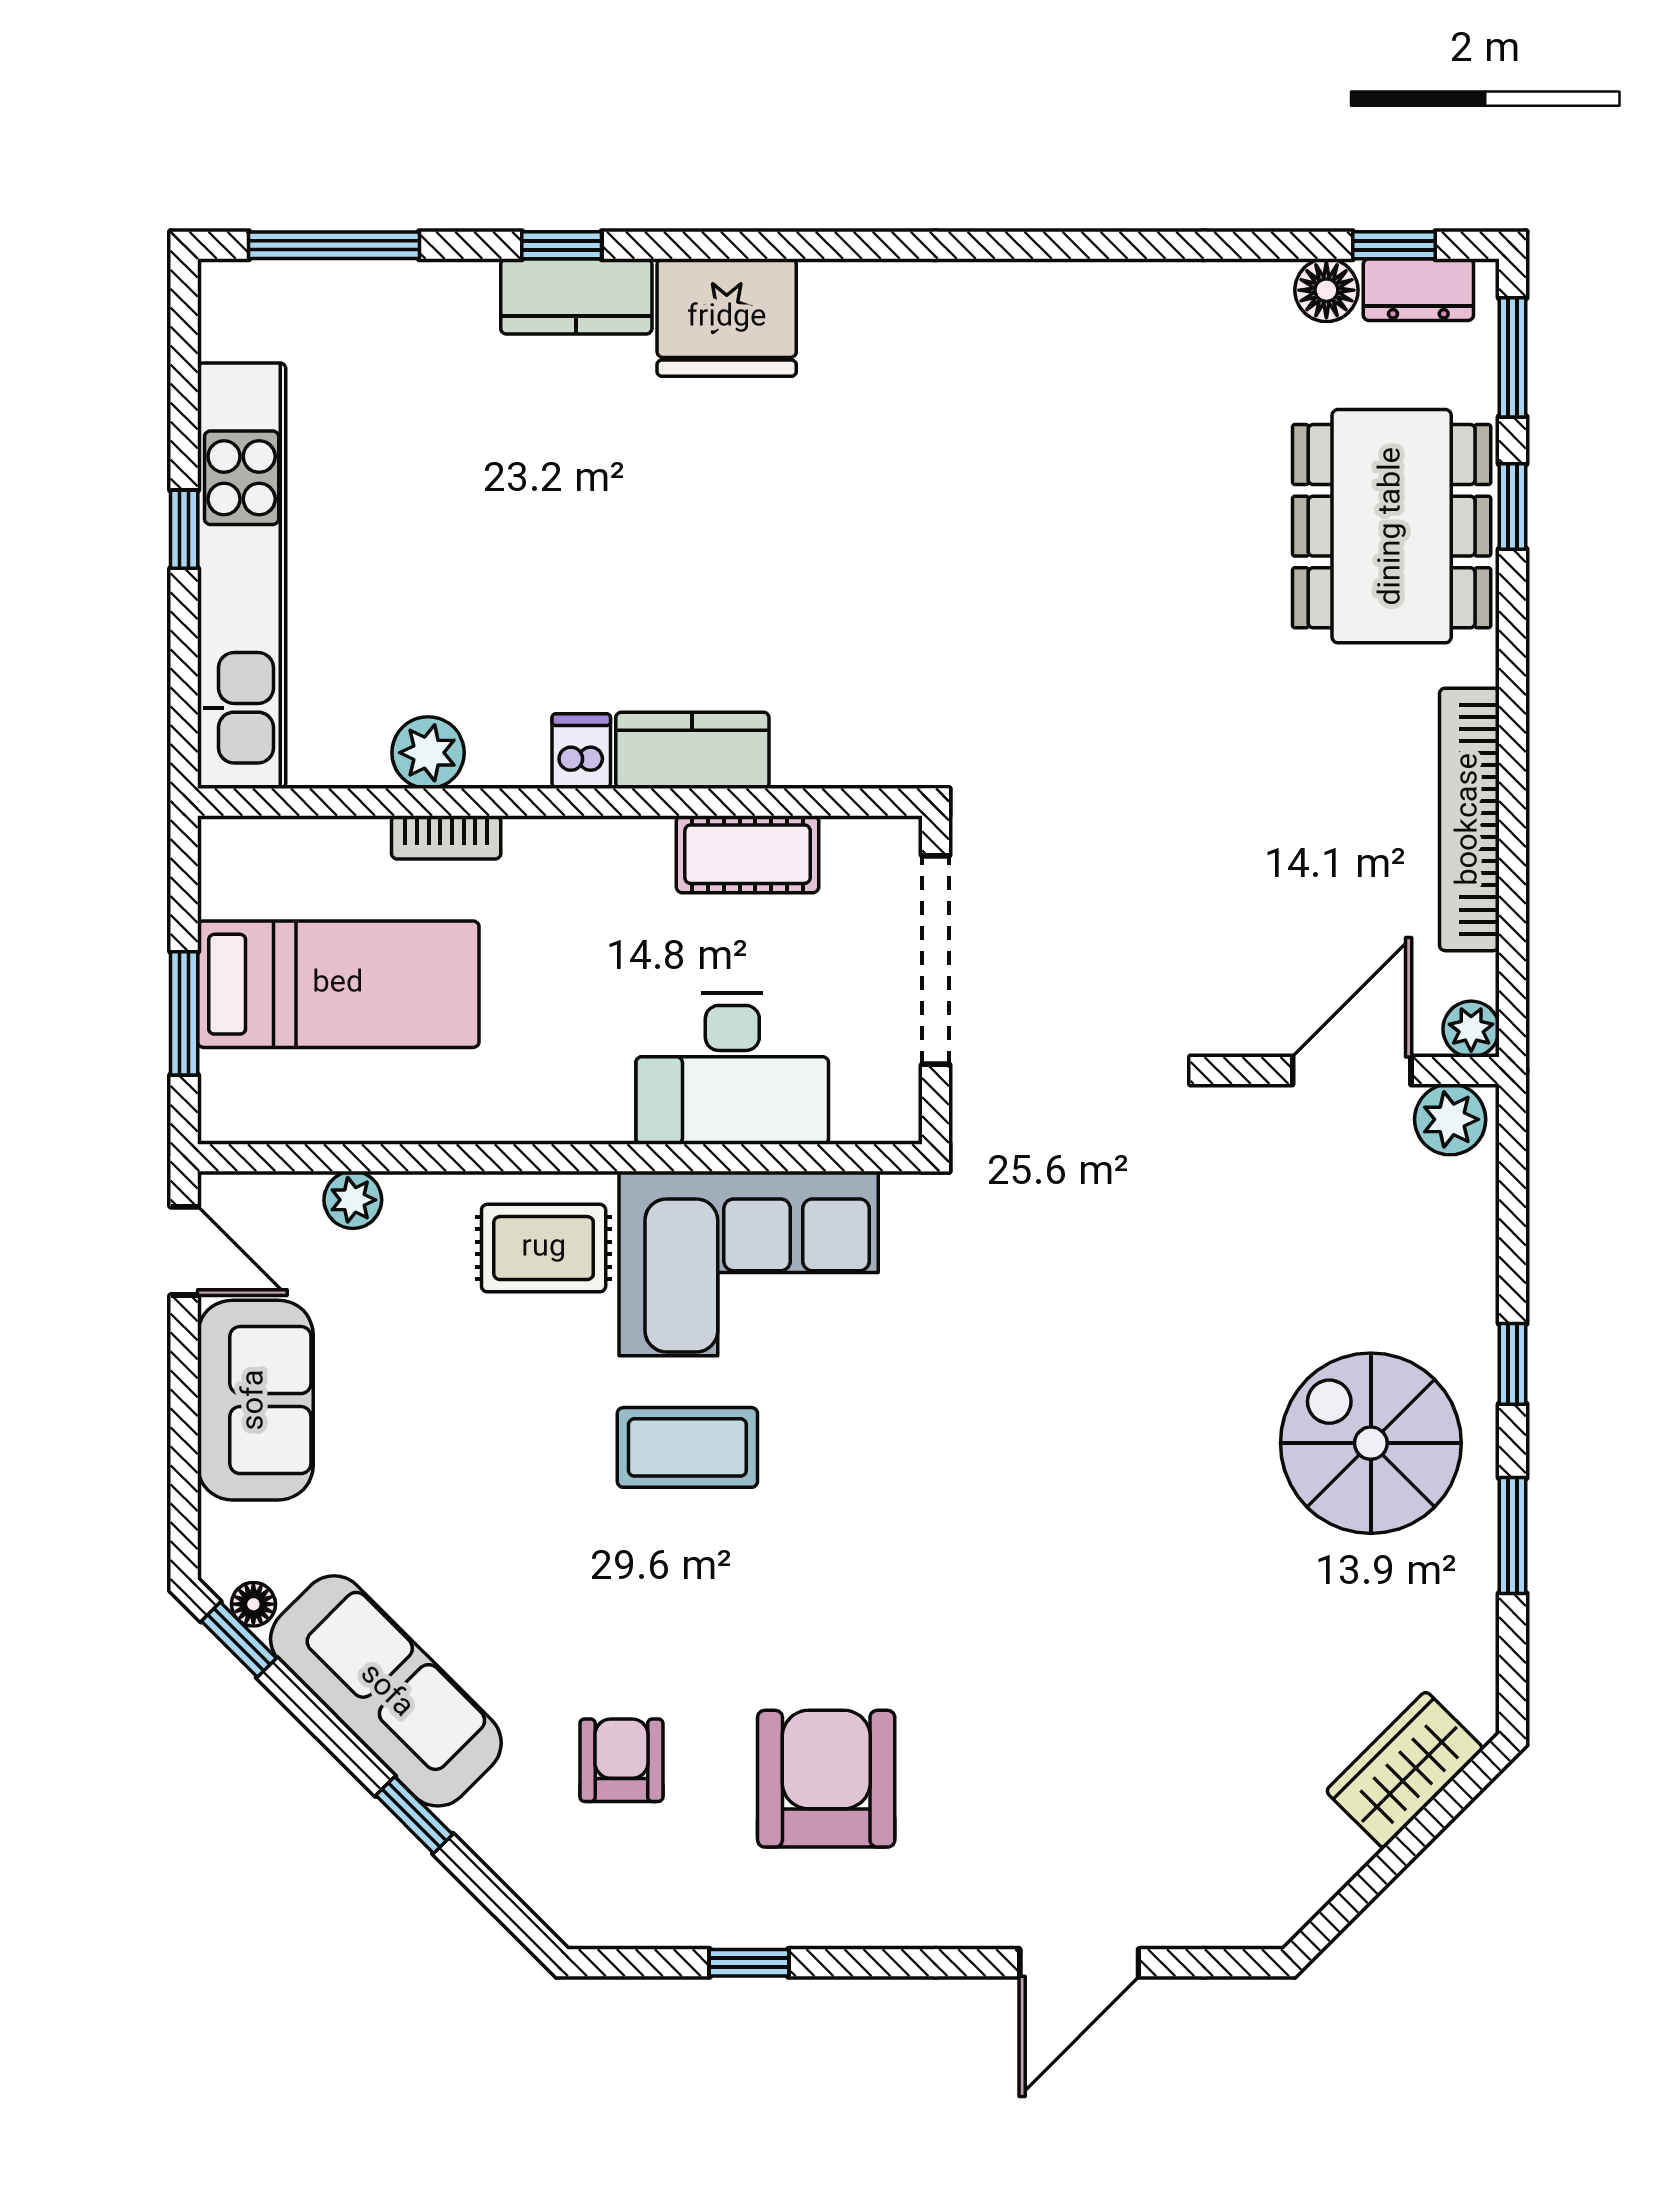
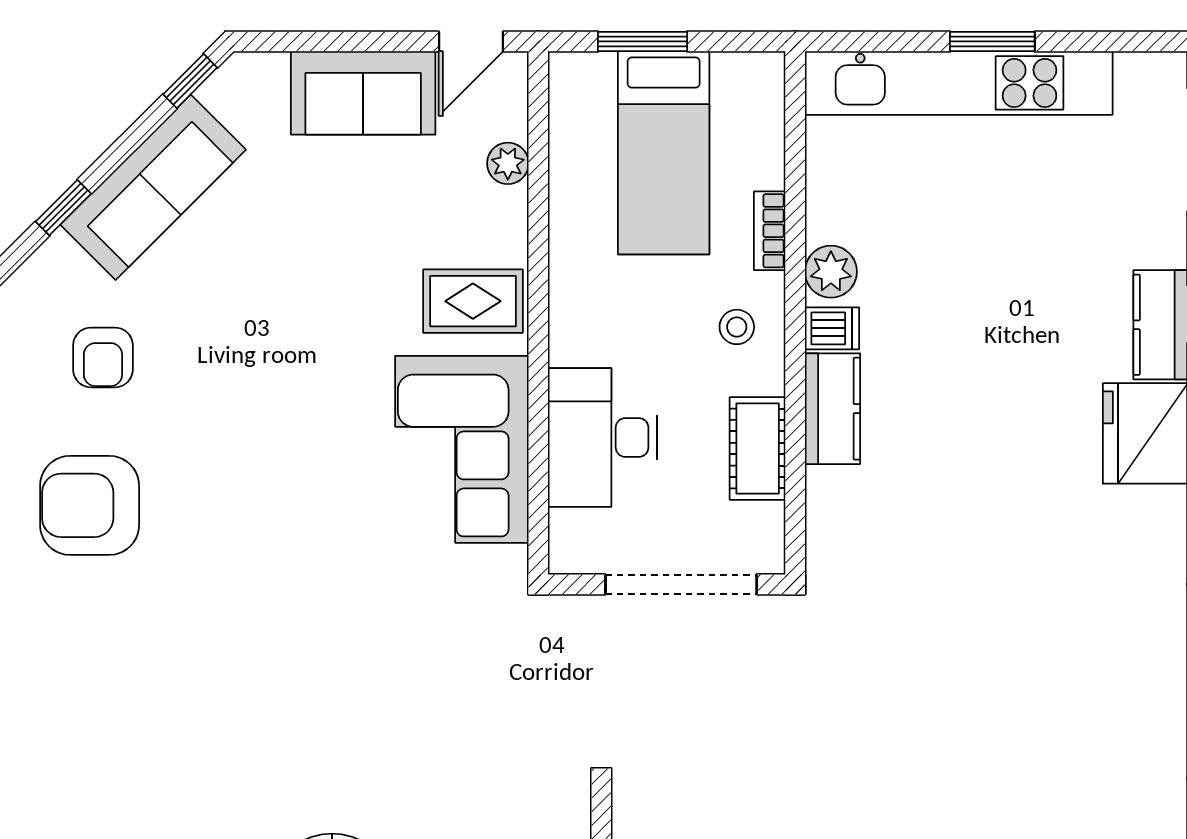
window: (184, 529) -> (992, 41), width x1.50
plant: (428, 753) -> (831, 272), moved
stool: (579, 883) -> (737, 327), added
rug: (544, 1248) -> (473, 301), turned 90
coffee table: (687, 1447) -> (329, 405), removed
floor lamp: (253, 1604) -> (216, 92), removed
armchair: (621, 1760) -> (103, 357), turned 90
armchair: (826, 1779) -> (90, 505), turned 180

